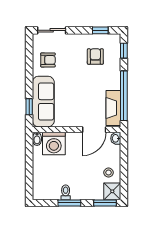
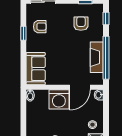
sofa: (43, 102) -> (36, 69), width x0.73
window: (29, 107) -> (23, 33), moved
fireplace: (113, 108) -> (97, 57), moved
washing machine: (54, 144) -> (59, 99), moved

